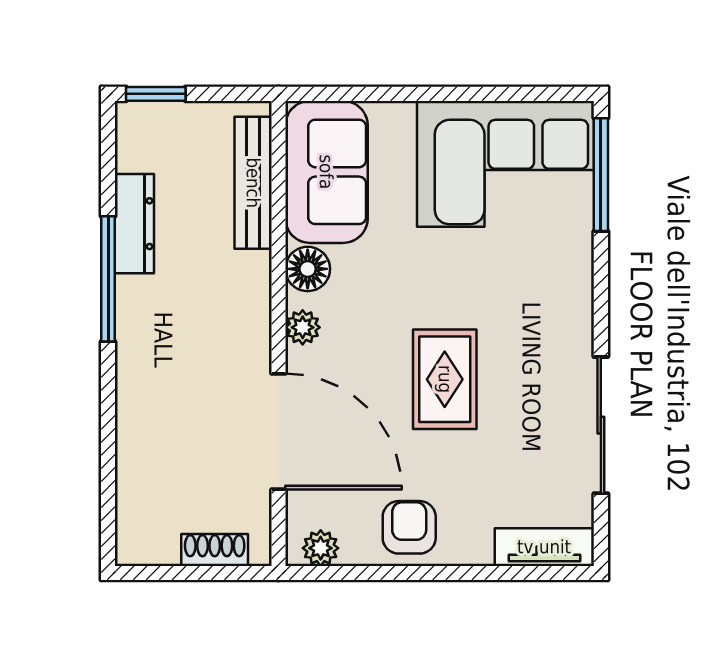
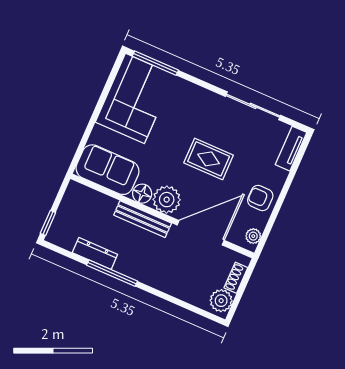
bench: (253, 183) -> (143, 219), moved
plant: (303, 327) -> (167, 200), width x1.88, depth x1.88
plant: (151, 540) -> (221, 301), added

